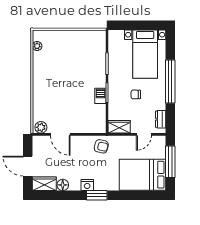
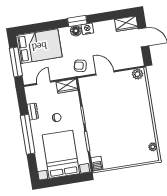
bed with nightstands: (145, 54) -> (61, 154), width x1.36
barbecue: (100, 96) -> (97, 164), moved
dresser: (161, 119) -> (33, 112), moved
door: (60, 134) -> (105, 73), moved
floor lamp: (63, 185) -> (76, 31), moved

